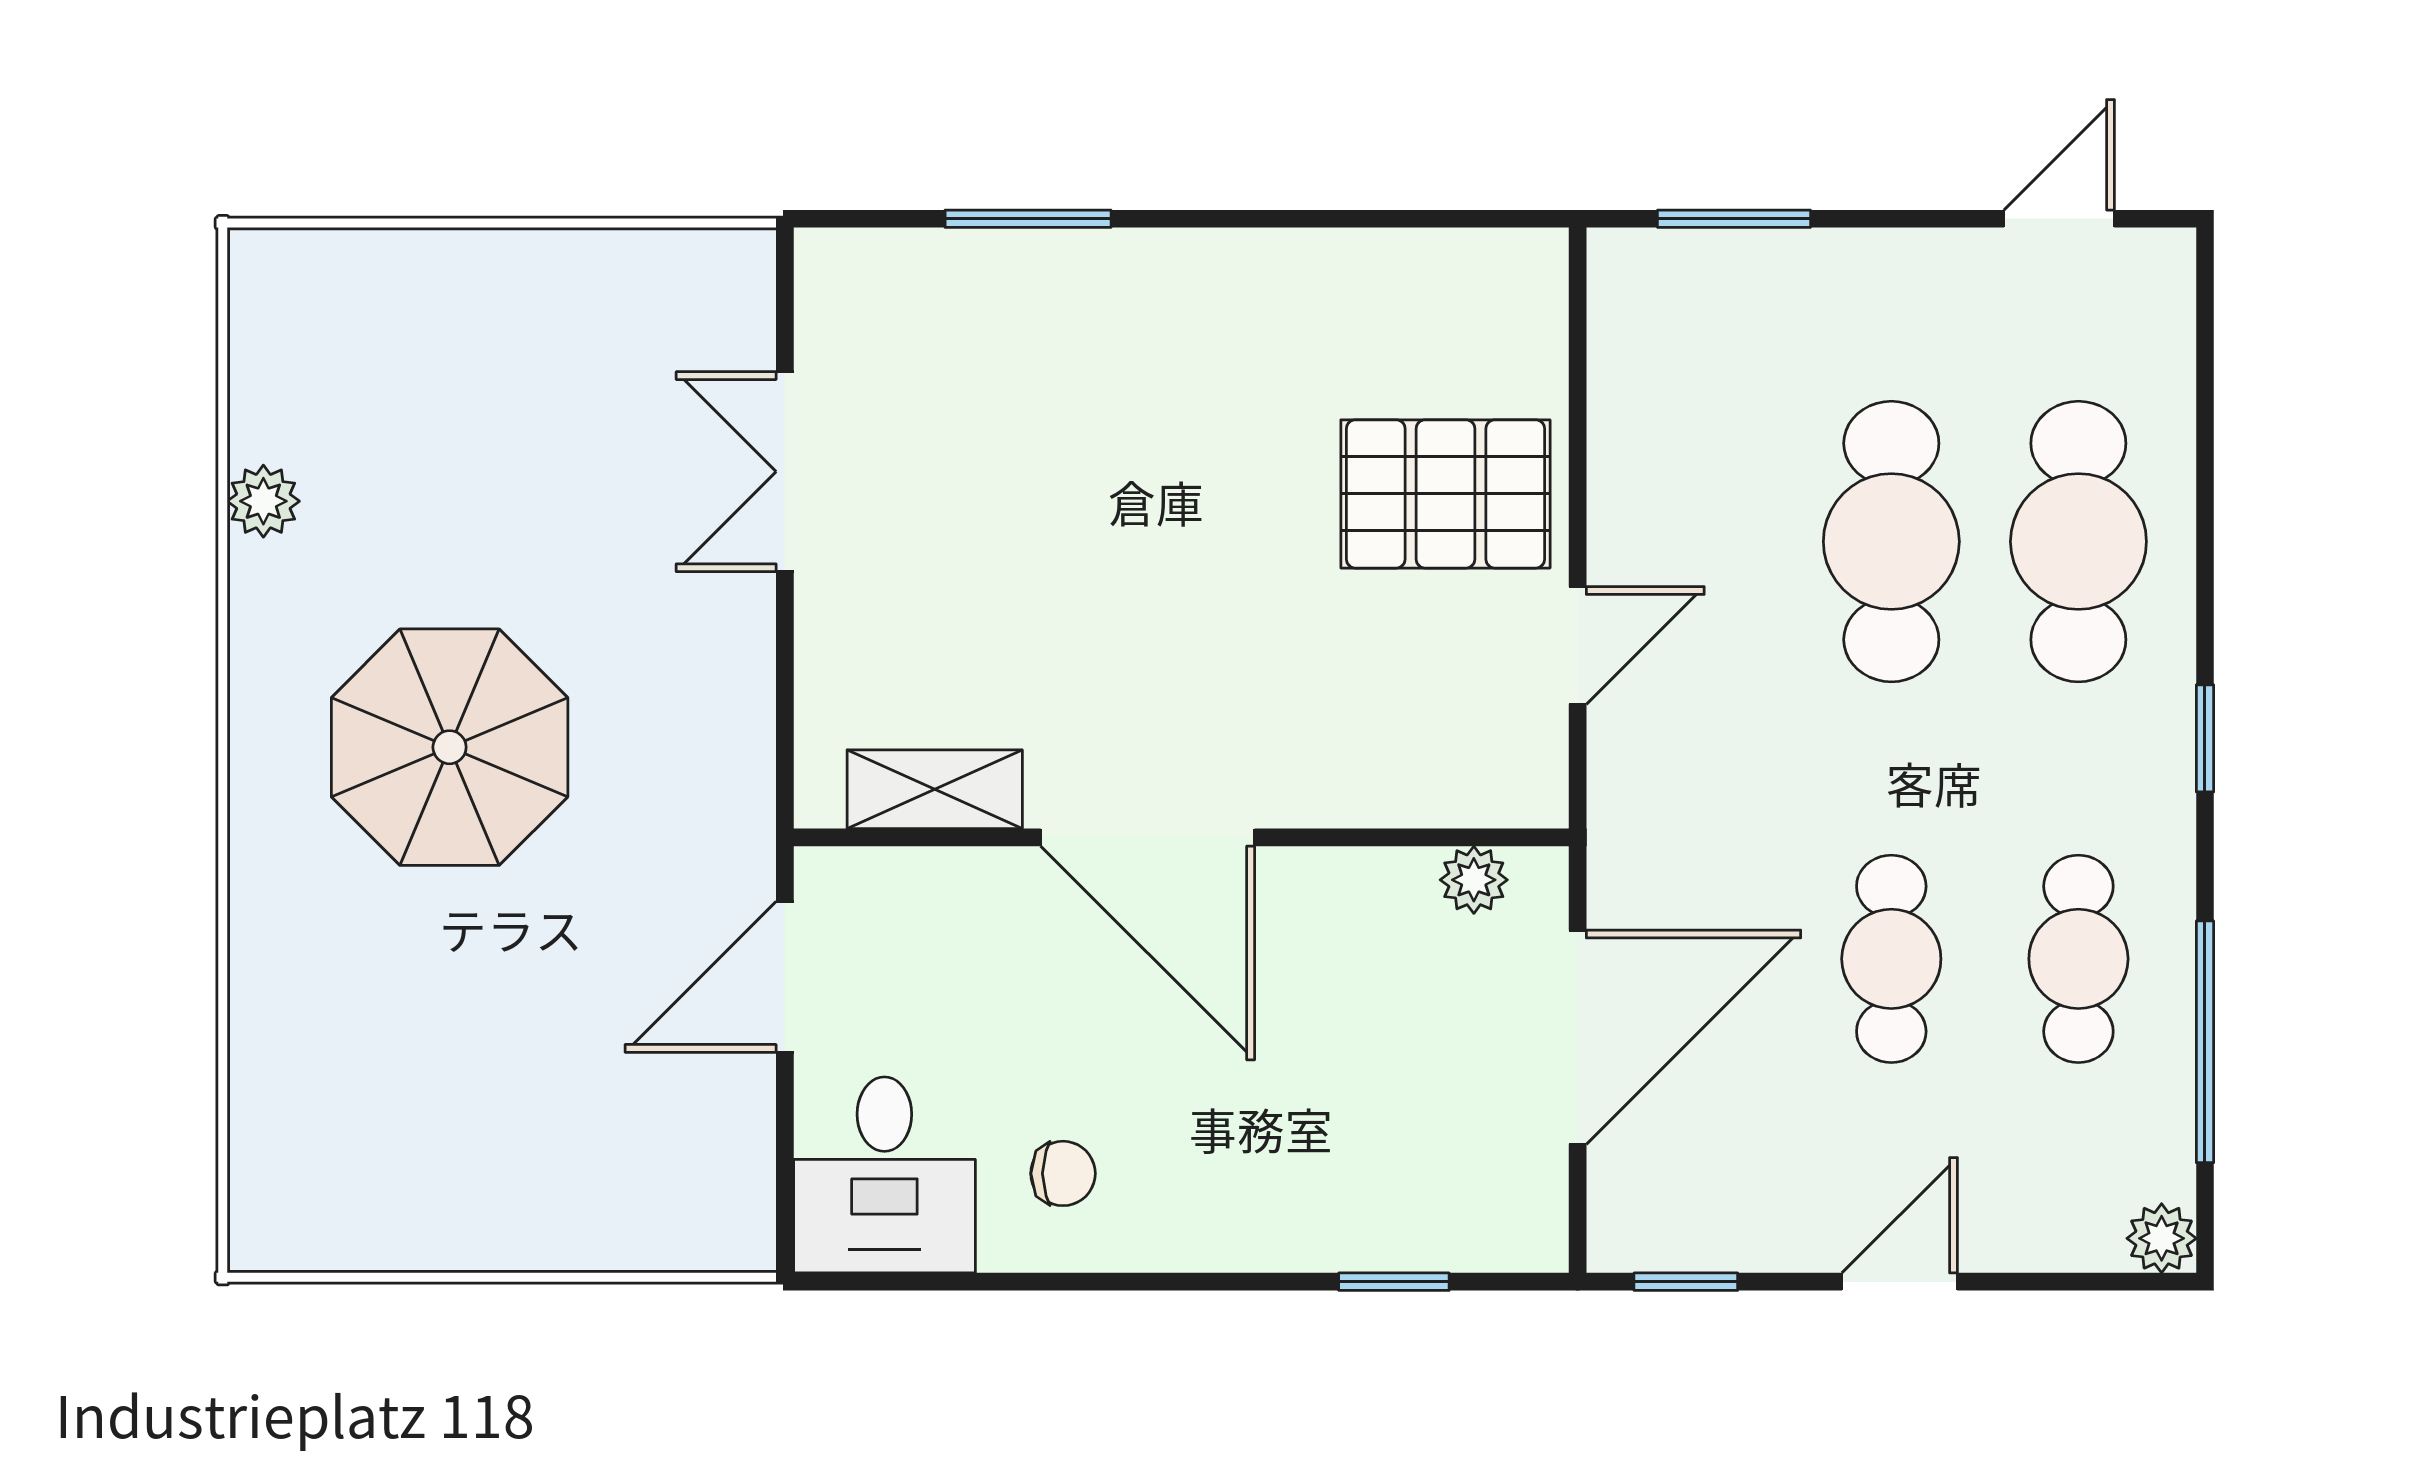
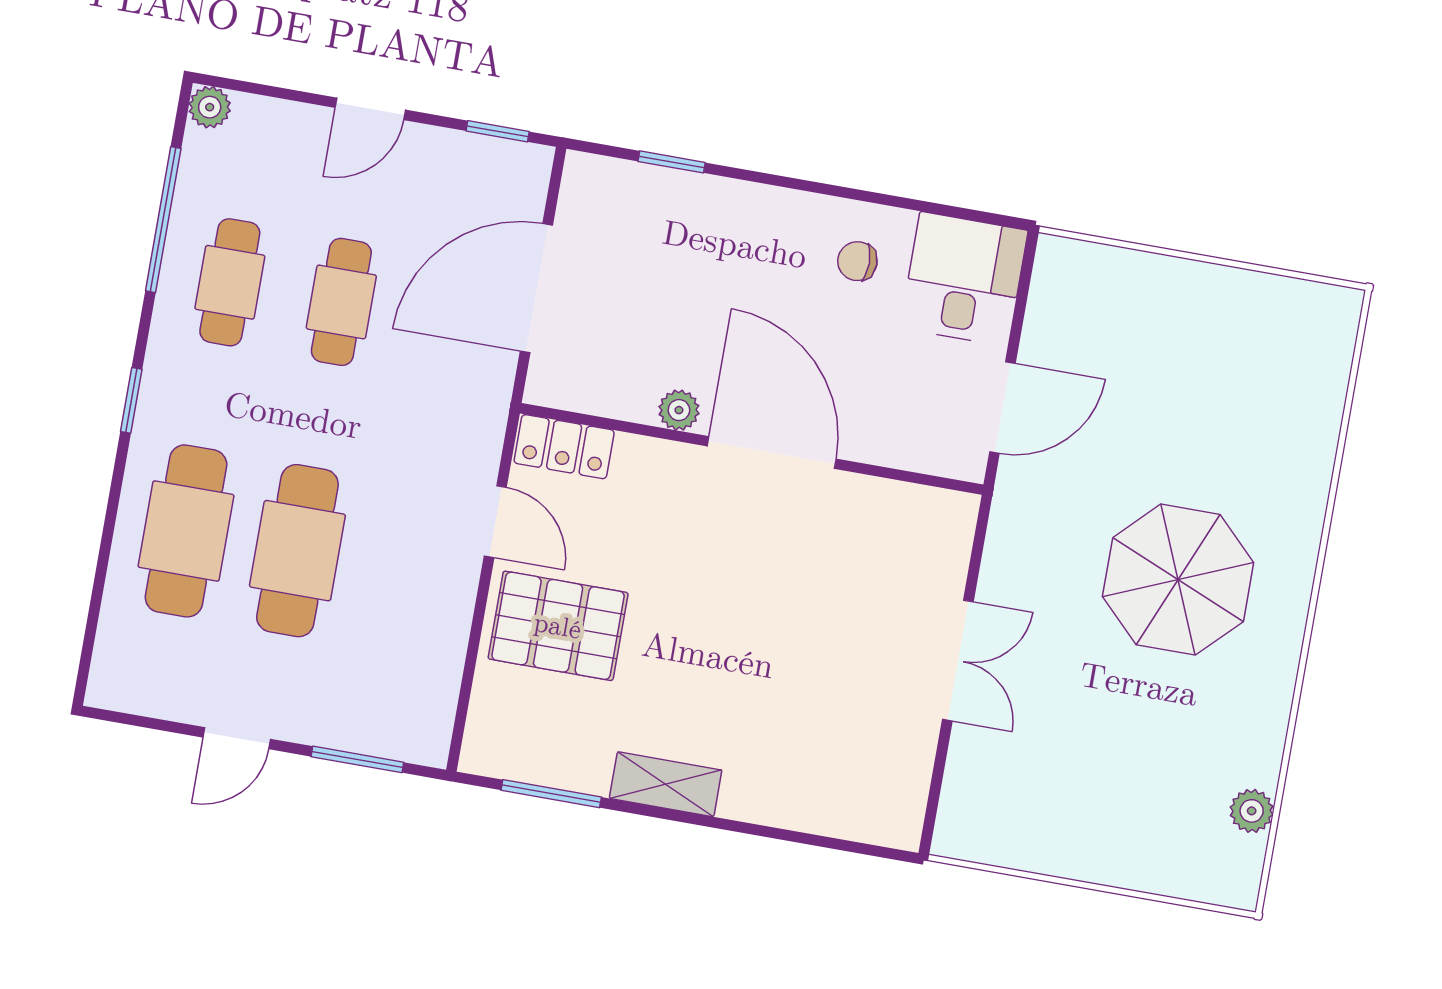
window: (1028, 219) -> (551, 794), moved
door: (2059, 219) -> (237, 738), moved
double door: (785, 472) -> (958, 661), moved
plant: (263, 501) -> (1252, 811), moved
door: (1578, 646) -> (495, 522), swing flipped
locker: (1487, 787) -> (564, 447), added
shelving: (935, 789) -> (666, 784), moved
plant: (1474, 880) -> (679, 410), moved

